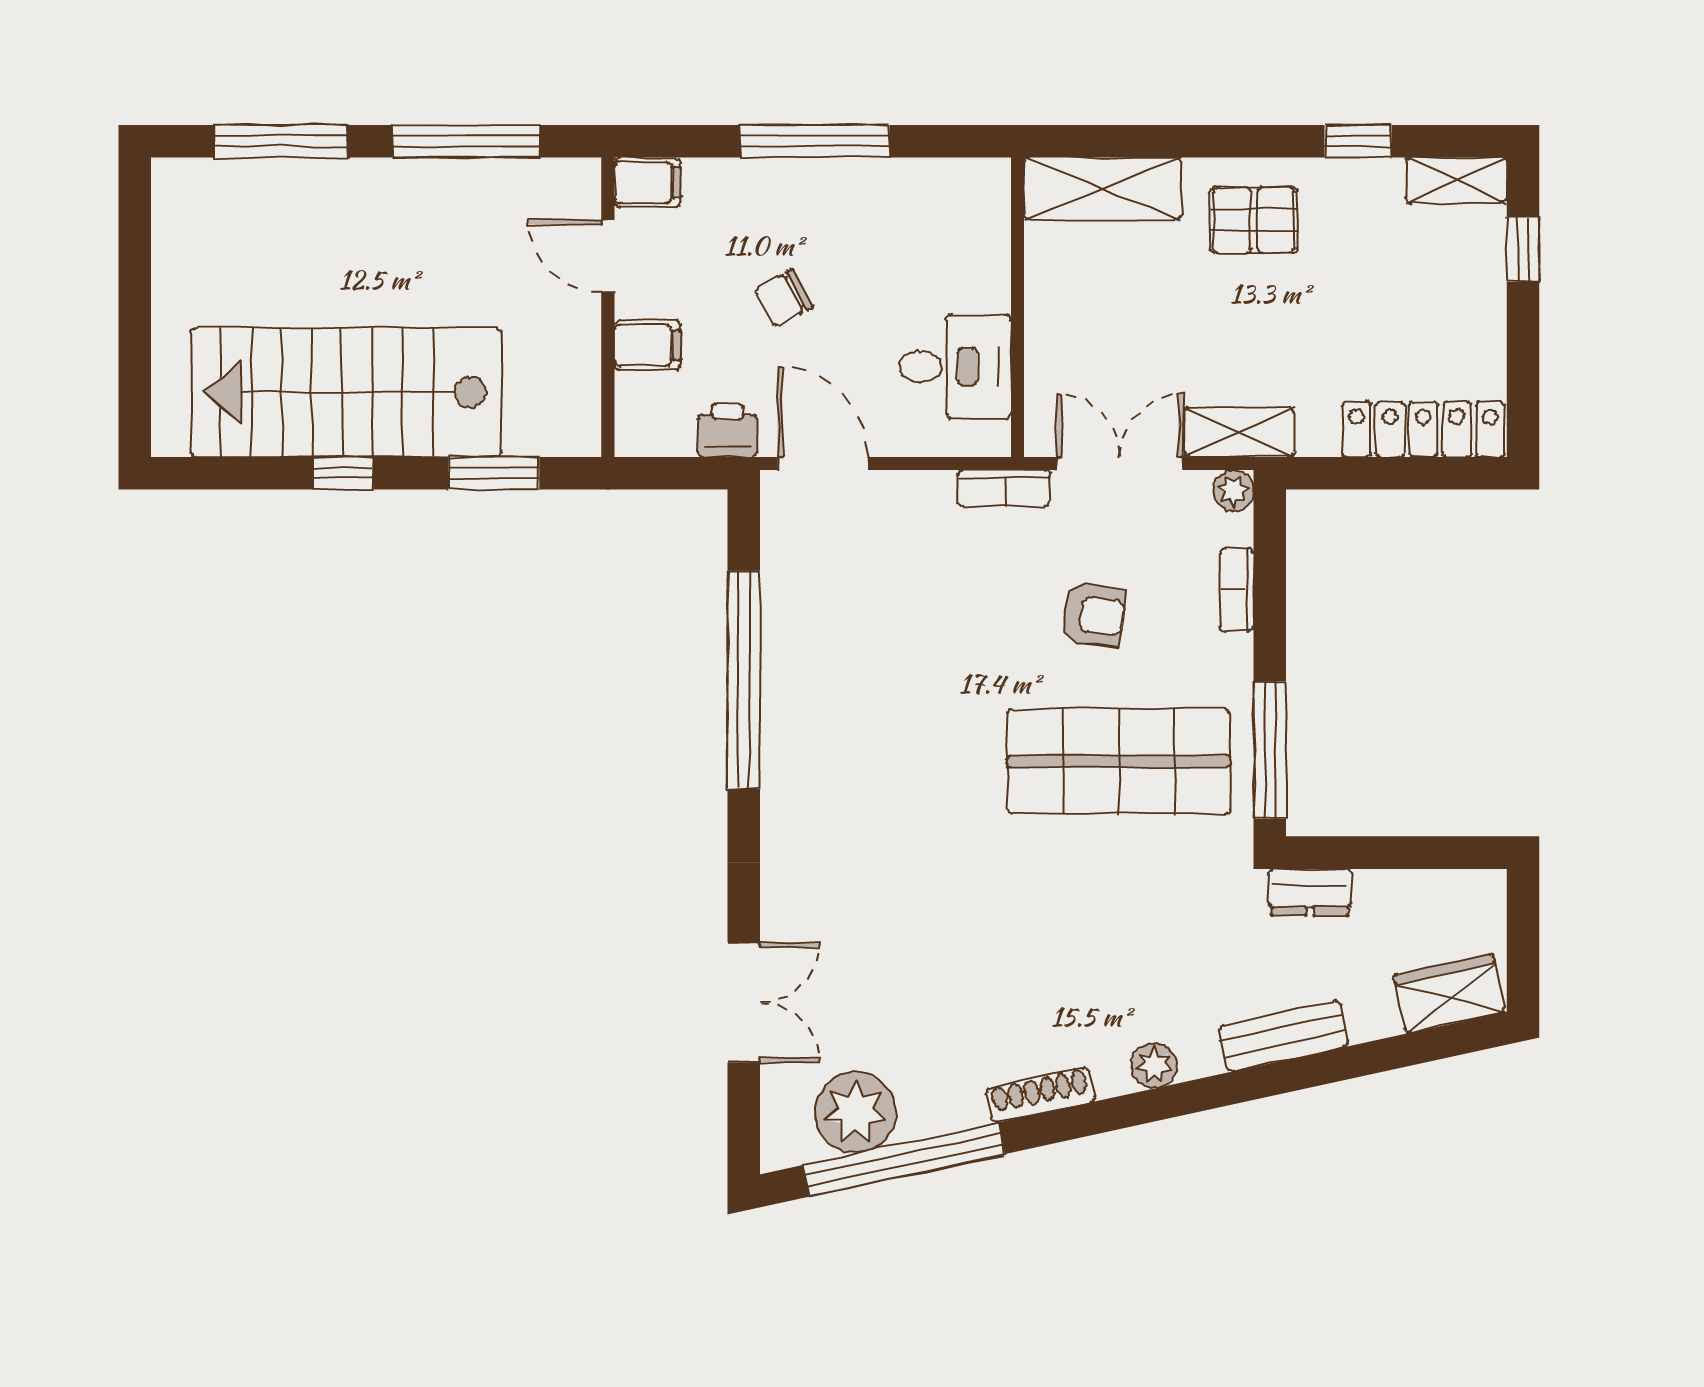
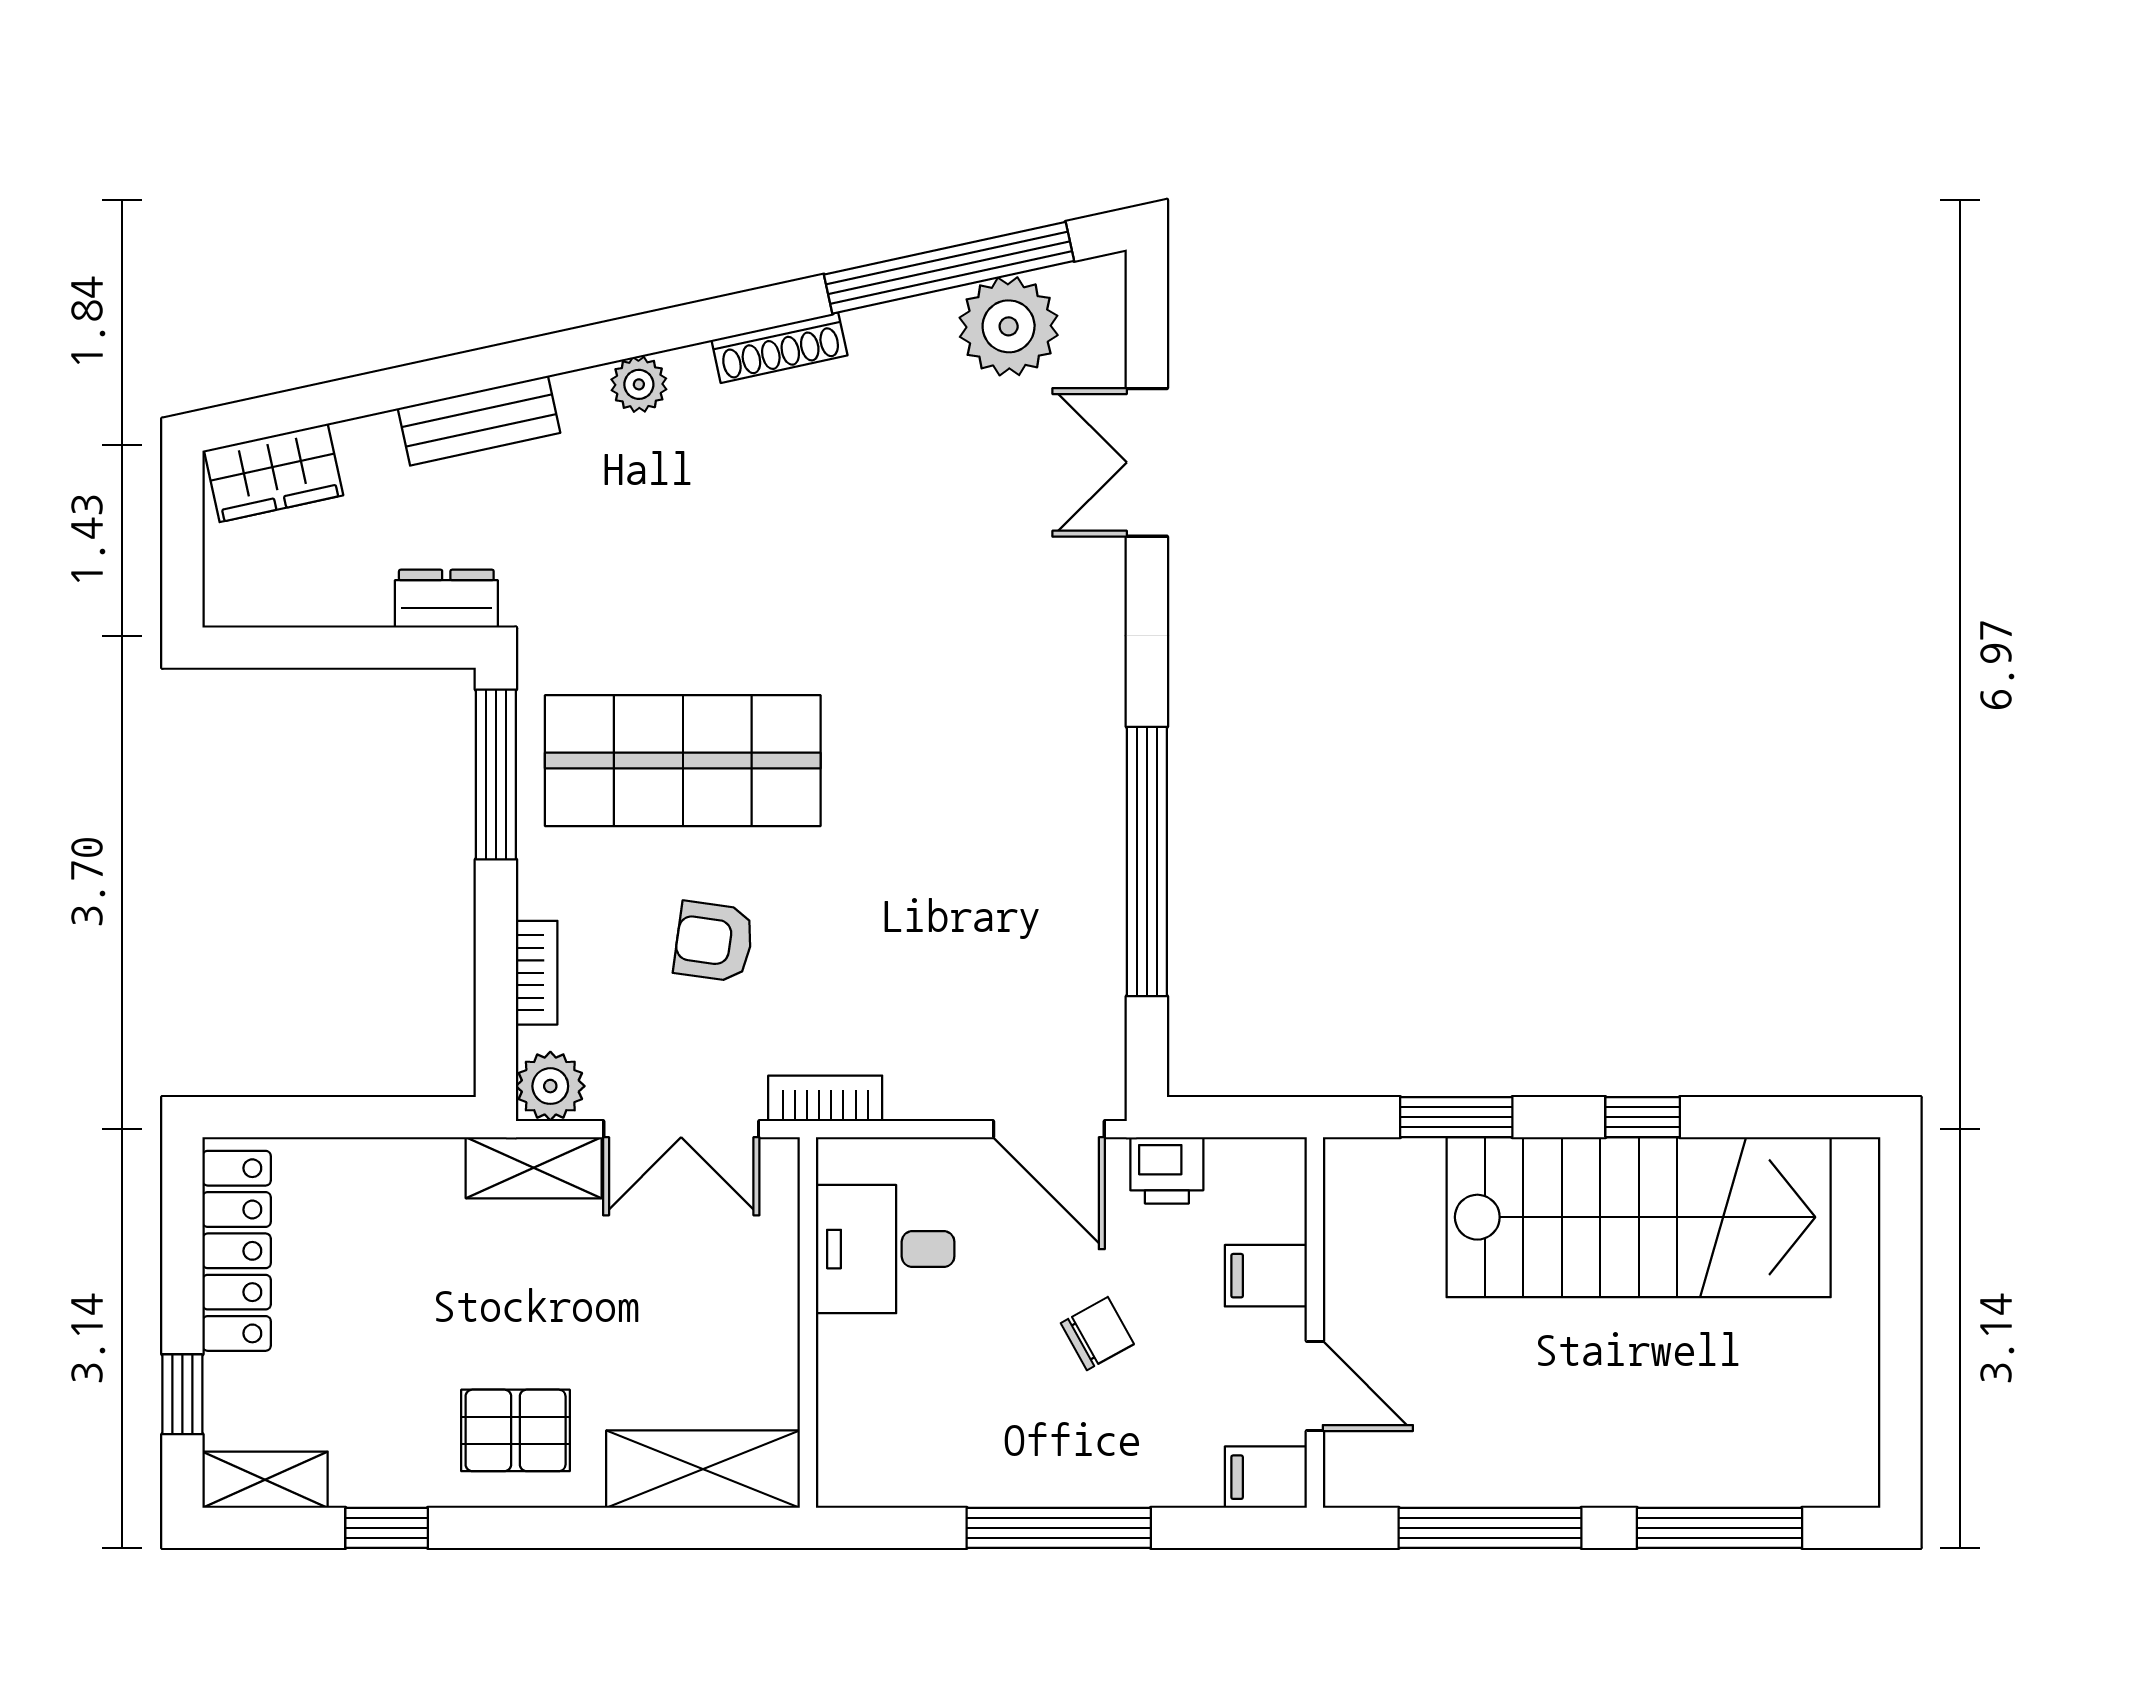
locker: (1423, 429) -> (237, 1251), moved, turned -90
plant: (1233, 491) -> (550, 1086), width x1.38, depth x1.38

